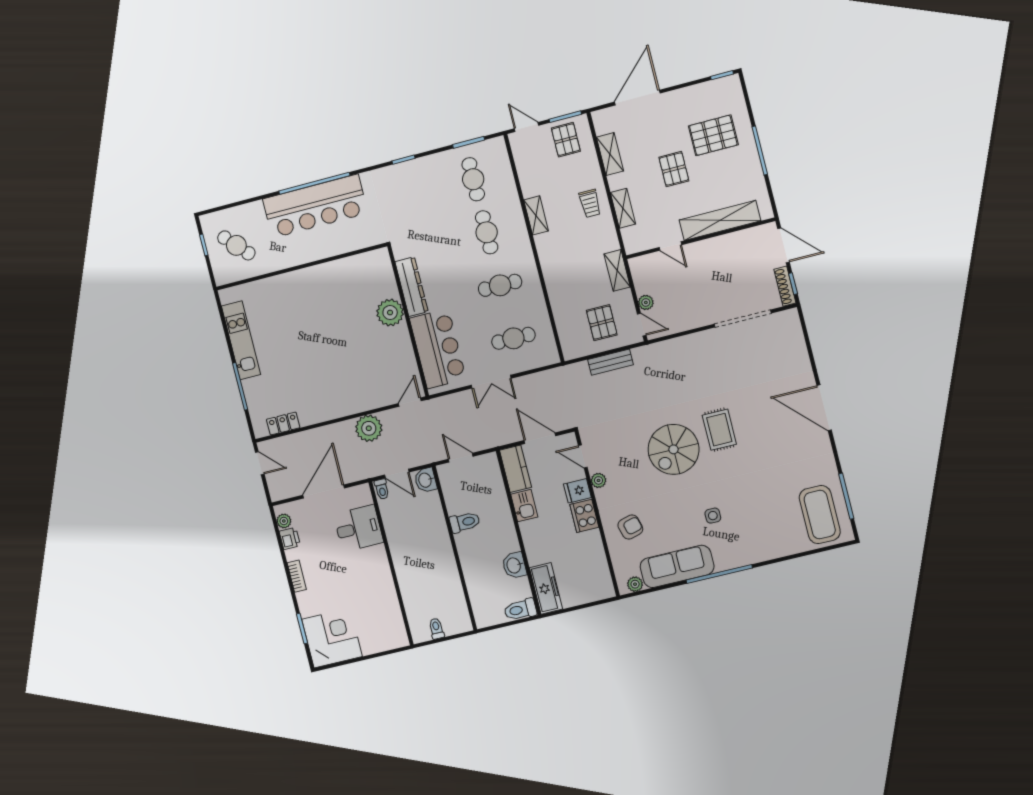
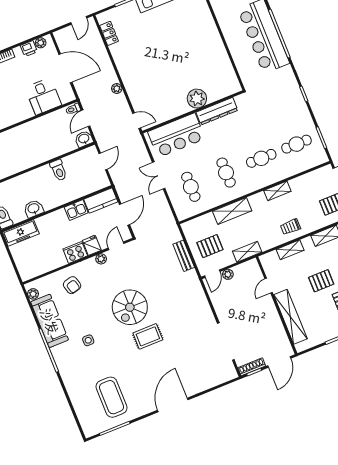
shelving: (556, 284) -> (232, 211), added
plant: (369, 428) -> (117, 89), width x0.53, depth x0.53
spiral stairs: (674, 449) -> (130, 307), turned -90
coffee table: (820, 515) -> (111, 397), moved, turned 90

